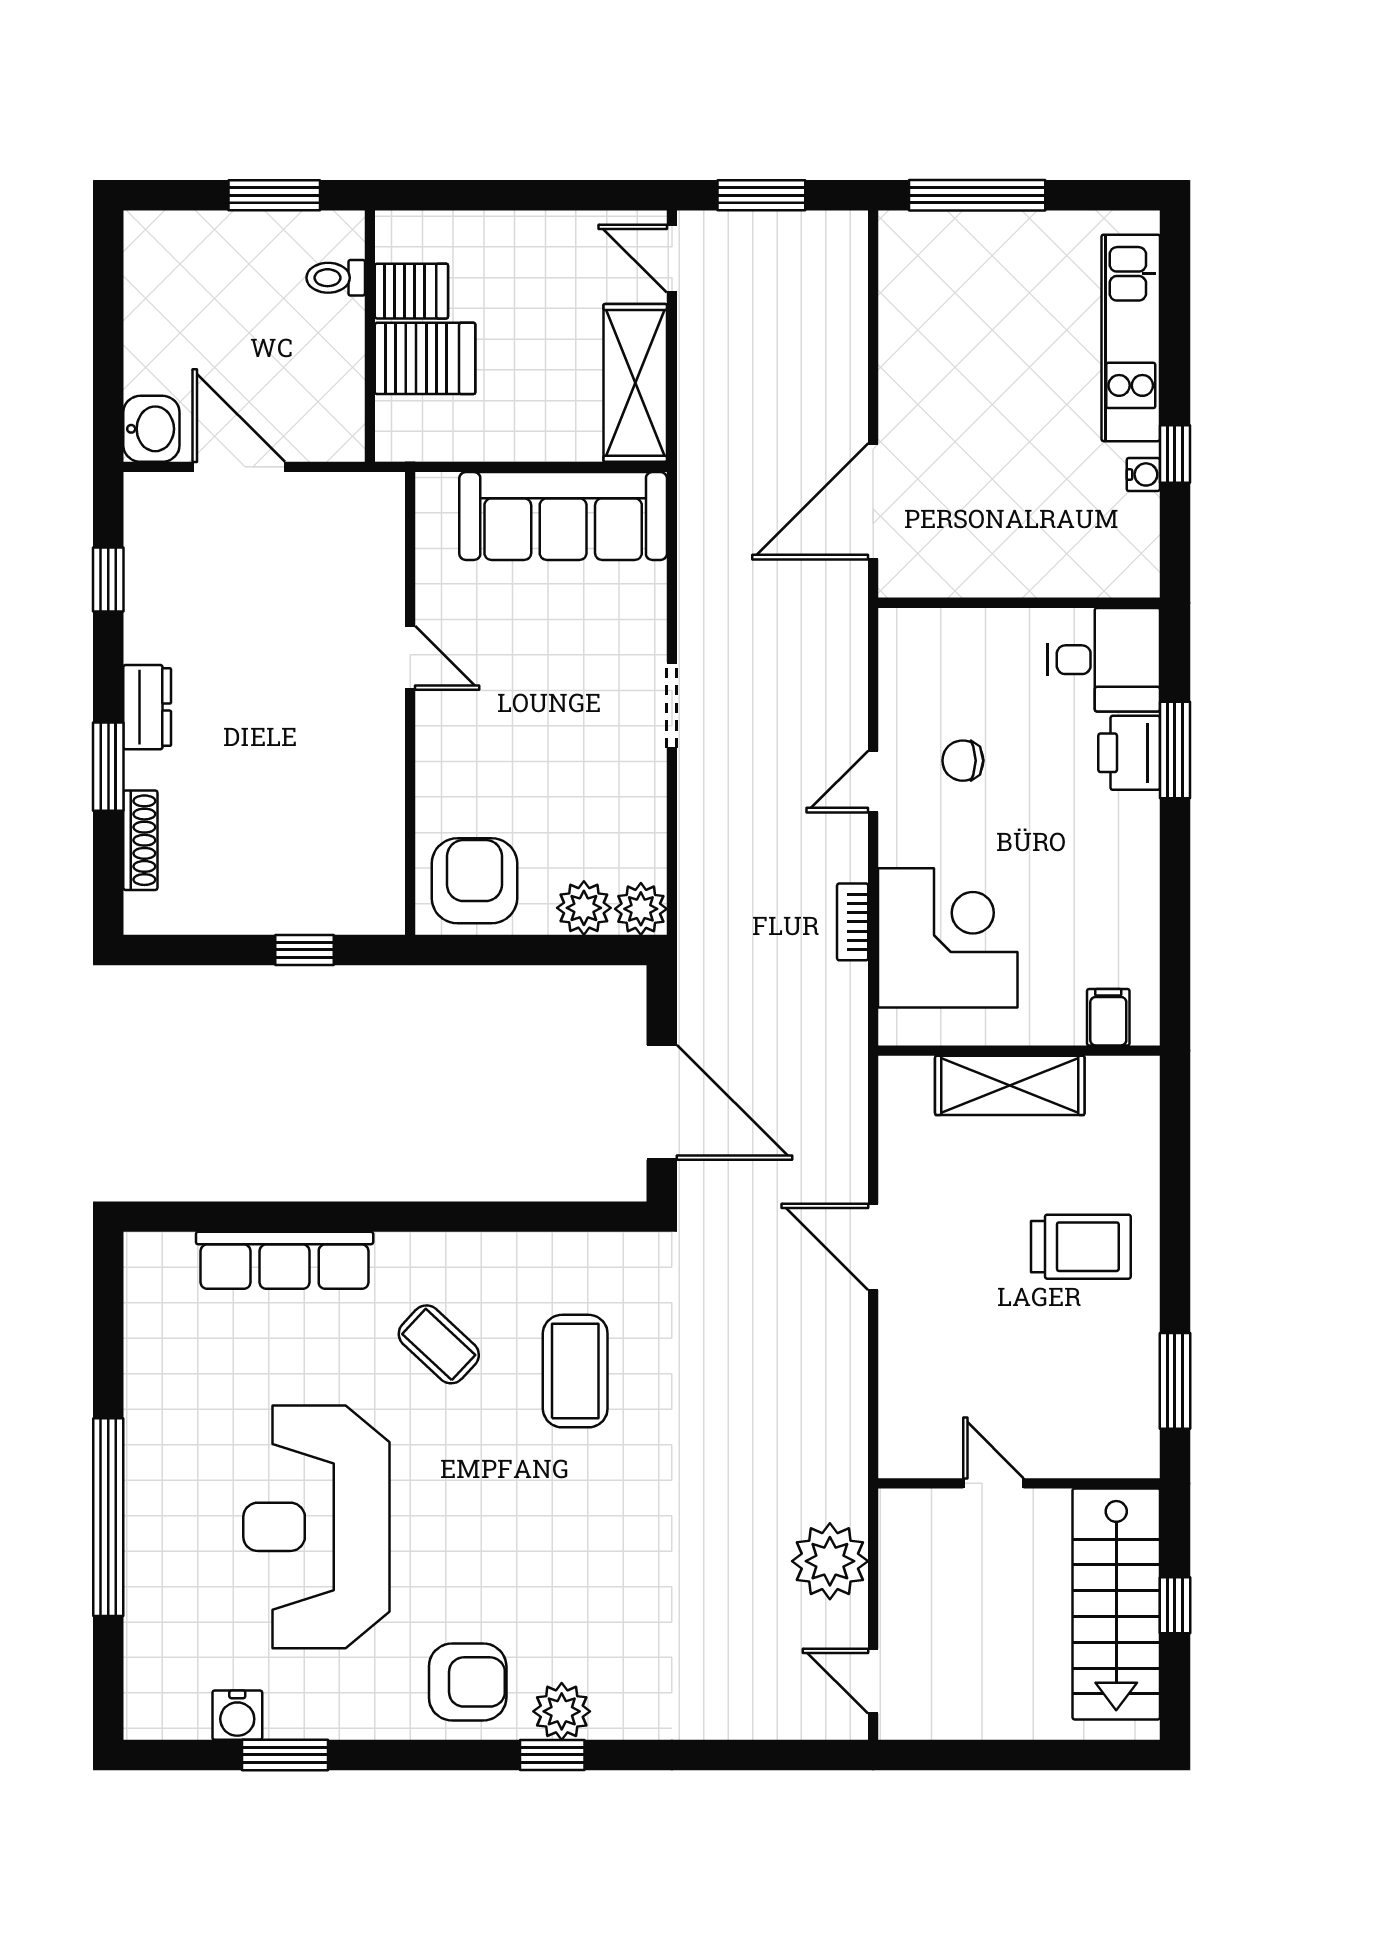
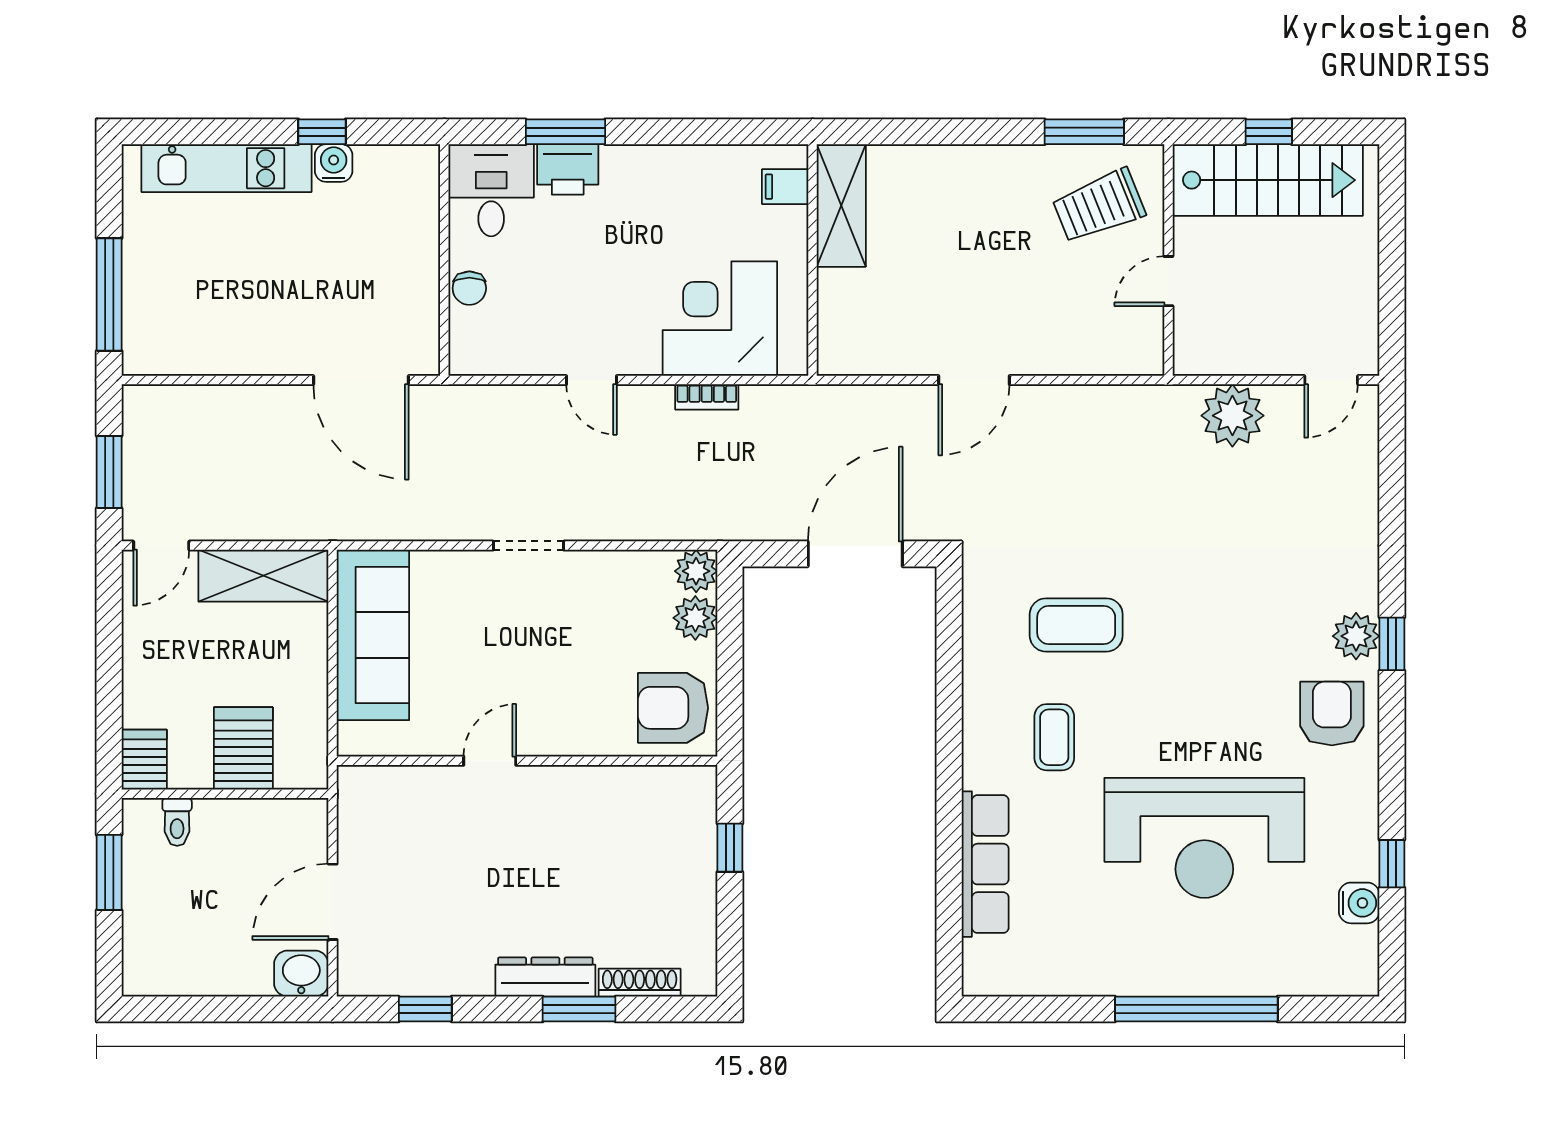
server rack: (411, 291) -> (144, 760), moved
water cooler: (1143, 474) -> (334, 163), width x1.38, depth x1.38
dresser: (147, 707) -> (545, 977), width x1.44
chair: (963, 761) -> (469, 288), moved
shelving: (1010, 1085) -> (841, 205), moved
trolley: (1081, 1247) -> (1099, 206), moved, turned -112
coffee table: (439, 1344) -> (1054, 737), turned -43
window: (285, 1755) -> (1392, 864), width x0.67

